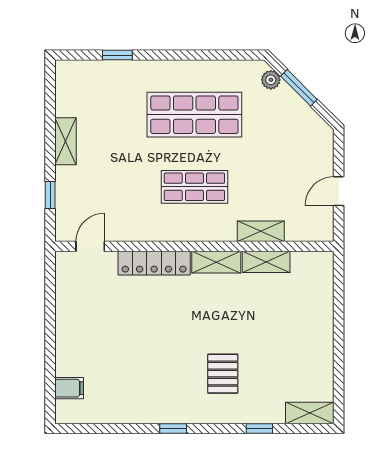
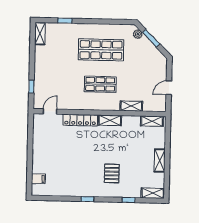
shelving: (66, 141) -> (40, 34), moved
shelving: (266, 262) -> (152, 121), moved
shelving: (323, 344) -> (160, 161), added

